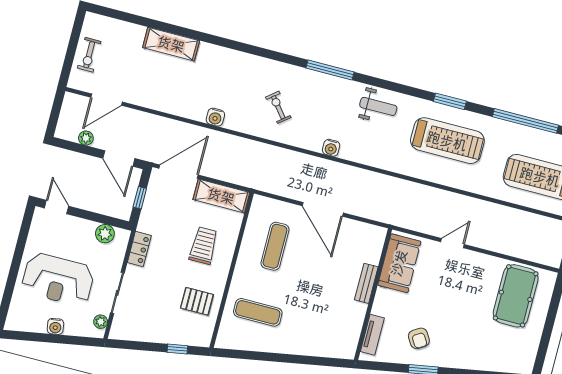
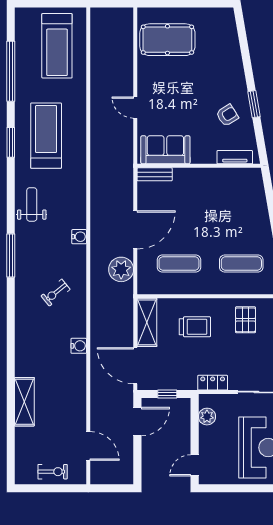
plant: (86, 138) -> (121, 269), moved, width x1.88, depth x1.88
trolley: (204, 246) -> (195, 327), turned 180
bench: (366, 283) -> (155, 174), moved
exercise mat: (258, 312) -> (241, 264), turned 90

